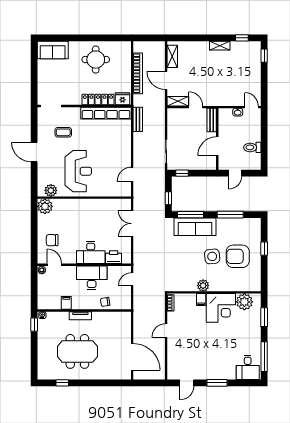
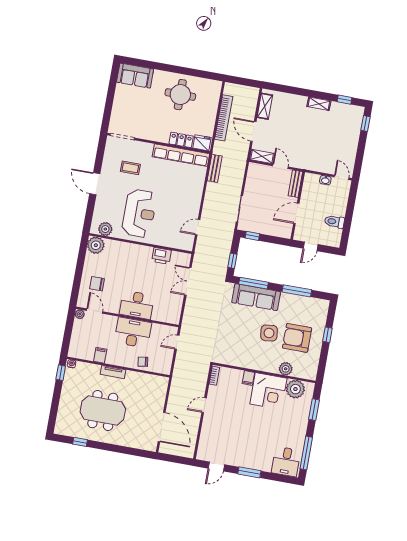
locker: (98, 100) -> (181, 140), width x0.66
printer: (114, 257) -> (162, 256), moved, turned 180
plant: (203, 285) -> (286, 369), moved

